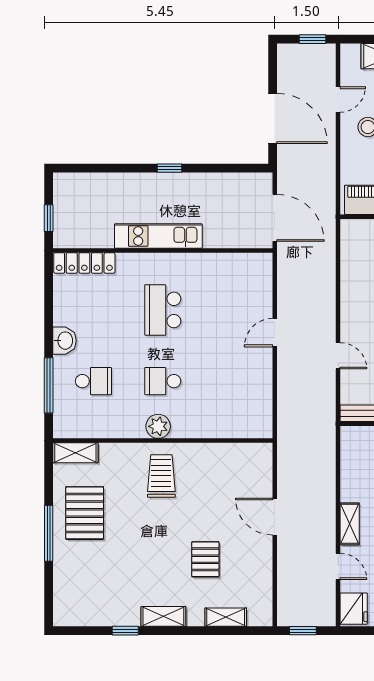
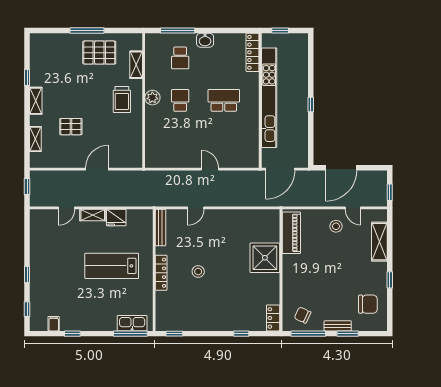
kitchen unit: (158, 236) -> (269, 98), width x1.86
shelving: (75, 453) -> (136, 65), moved
trolley: (161, 476) -> (122, 100), turned 90
fridge: (354, 609) -> (116, 218), moved

